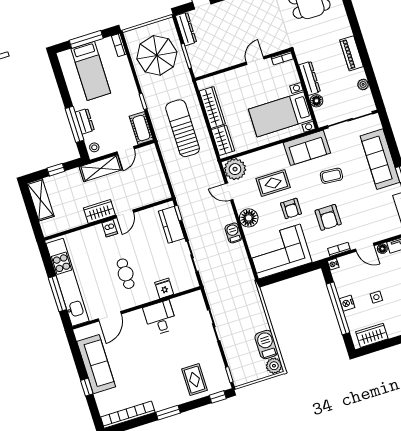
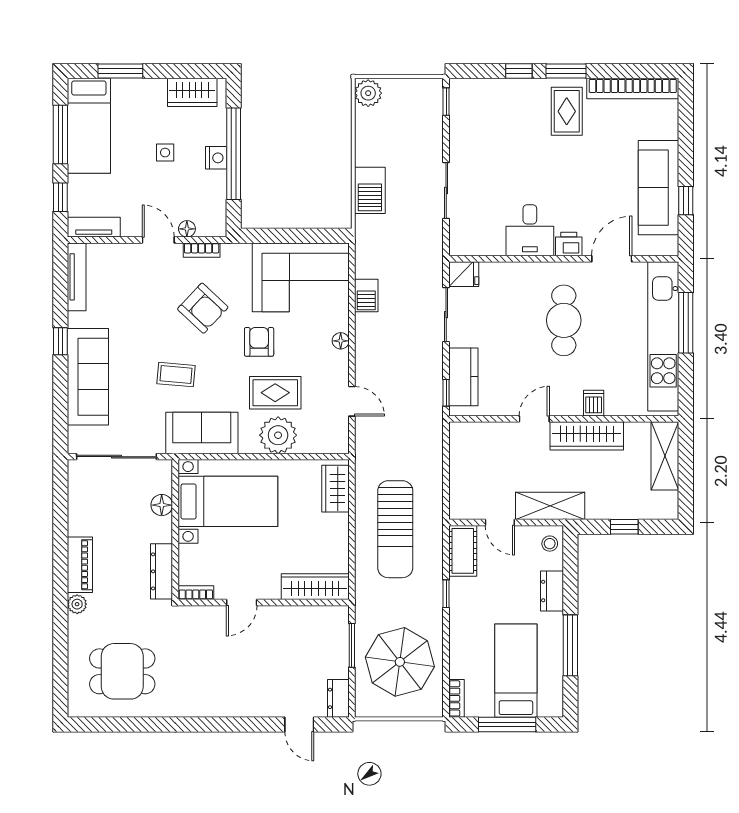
dresser: (186, 29) -> (338, 698), width x0.70
dresser: (310, 78) -> (162, 571), moved
plant: (363, 84) -> (77, 604), moved
wardrobe: (212, 107) -> (315, 587), moved, turned 90
window: (74, 124) -> (570, 645), moved
door: (126, 150) -> (500, 523), swing flipped
plant: (235, 169) -> (278, 435), moved
shelving: (40, 200) -> (665, 456), moved
wardrobe: (99, 211) -> (587, 436), width x1.50
armchair: (328, 217) -> (203, 308), turned 133
floor lamp: (249, 218) -> (341, 341), width x0.53, depth x0.53
dishwasher: (110, 228) -> (594, 403), moved
barbecue: (233, 233) -> (366, 295), moved
floor lamp: (382, 249) -> (187, 229), moved
nightstand: (333, 264) -> (219, 229), removed
cafe table: (126, 274) -> (564, 320), width x1.37, depth x1.35
fridge: (164, 288) -> (464, 274), moved, turned -90
printer: (136, 317) -> (569, 244), added
barbecue: (266, 345) -> (370, 190), moved
rug: (194, 380) -> (567, 111), moved
window: (87, 387) -> (686, 201), moved
window: (218, 397) -> (519, 71), moved

